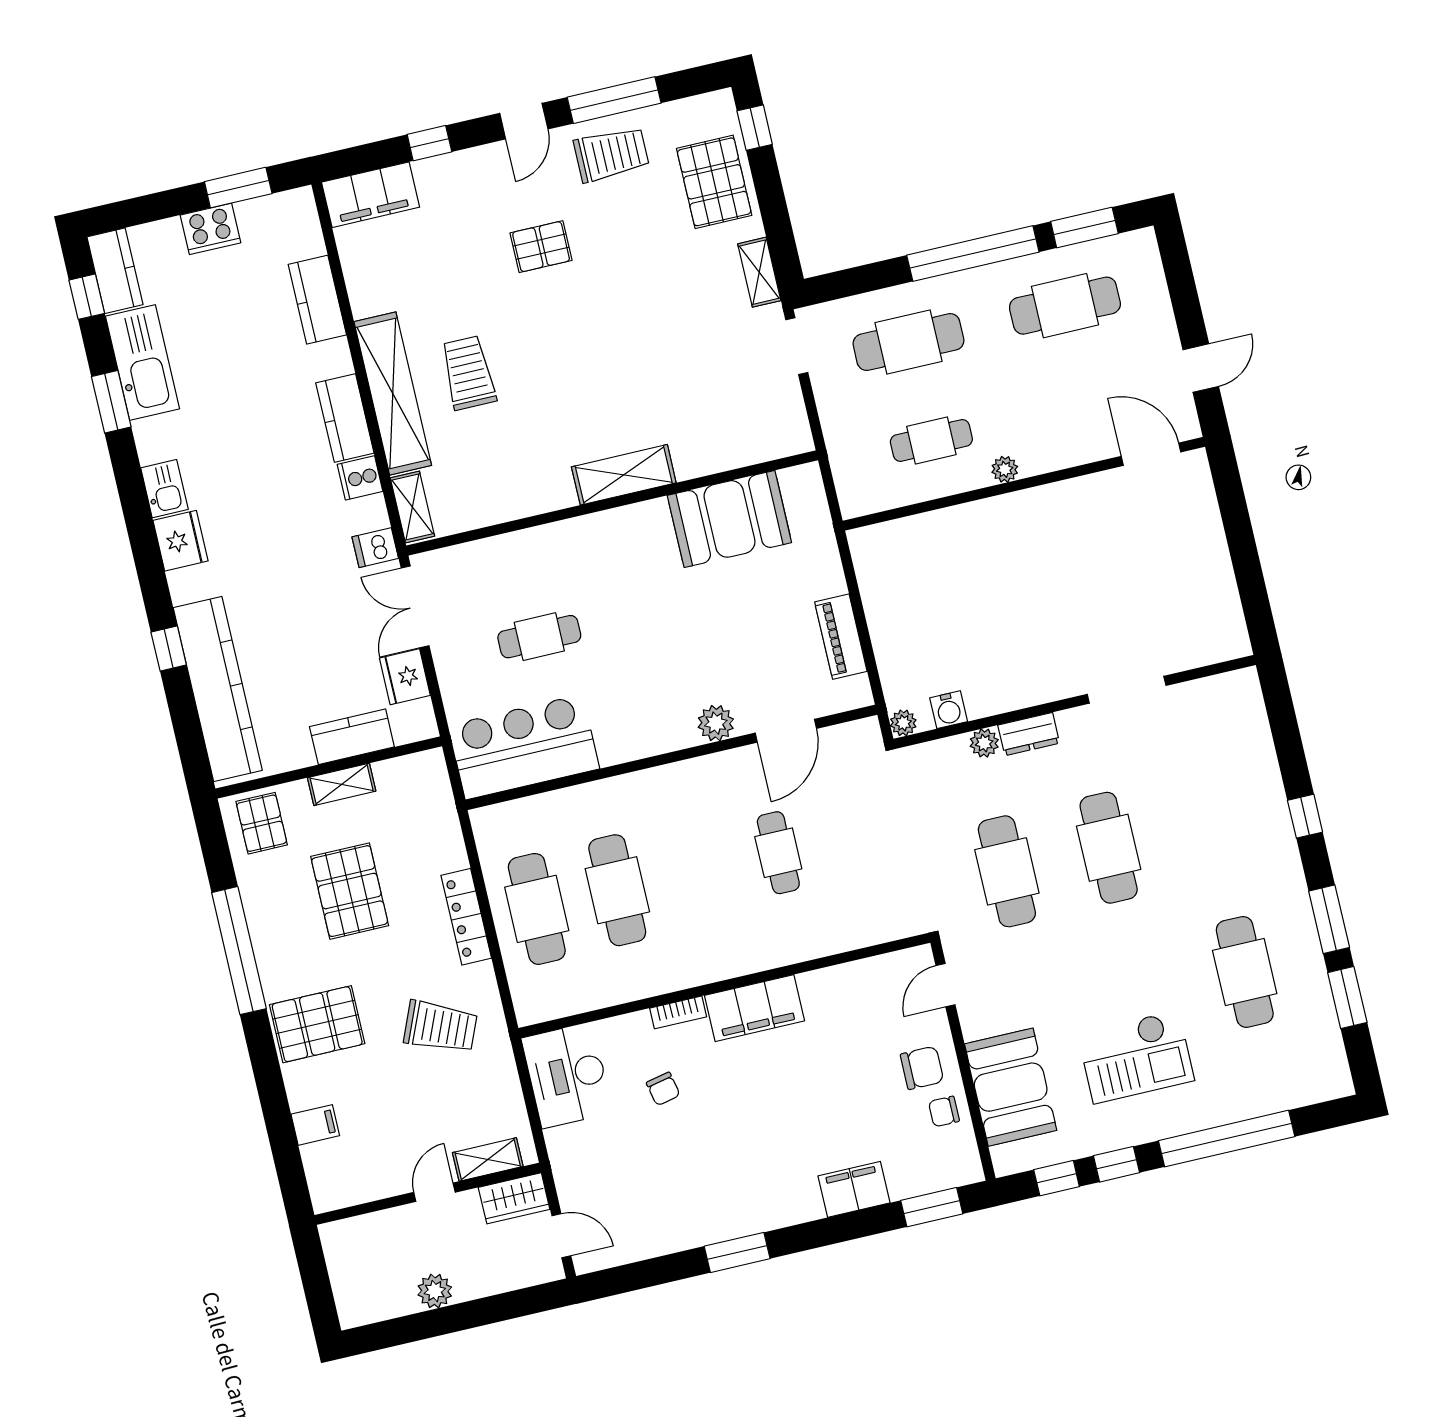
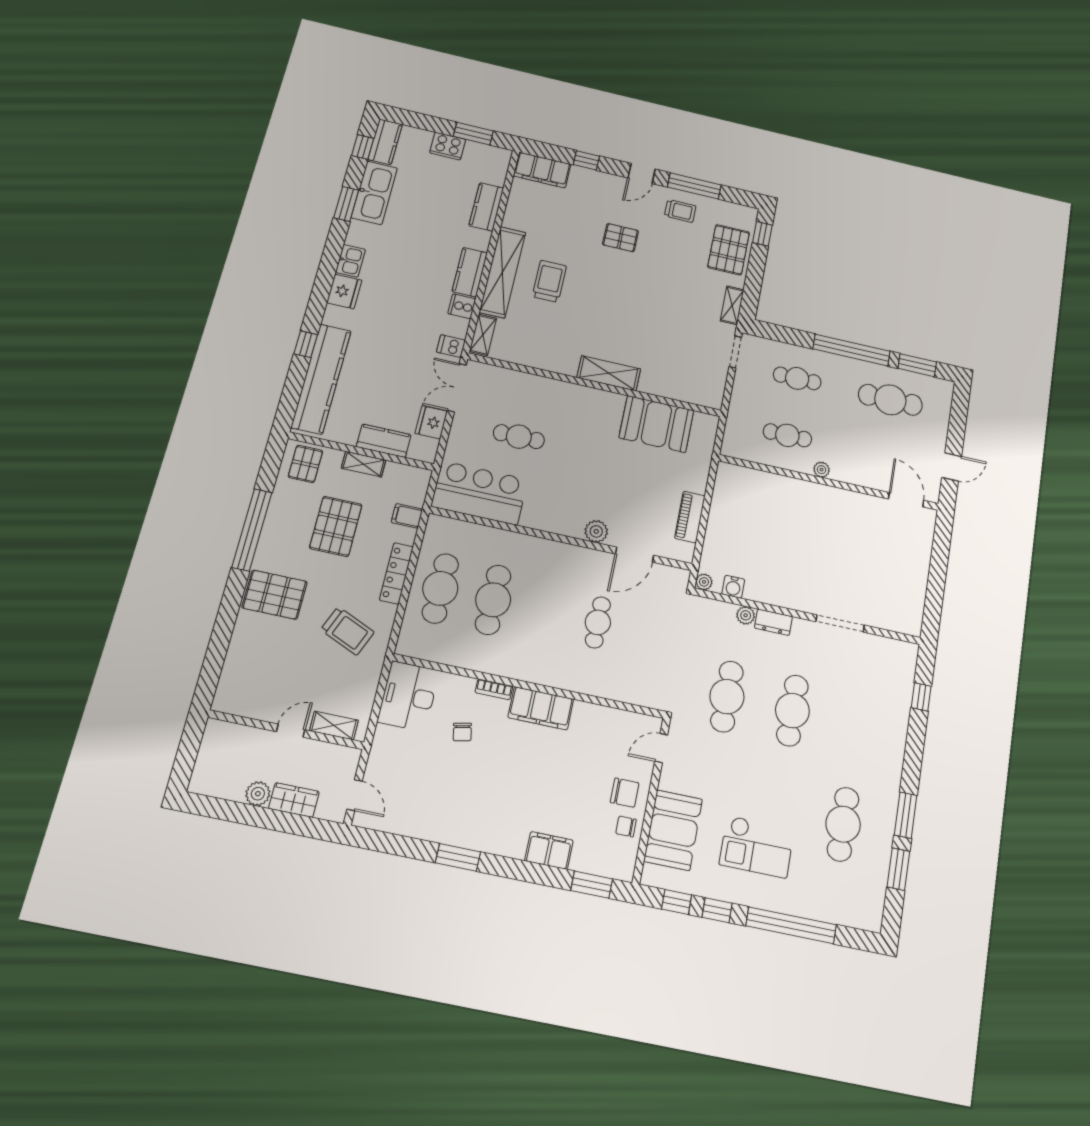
trolley: (611, 154) -> (680, 211), width x0.73, depth x0.72
cafe table: (908, 342) -> (797, 378), width x0.73, depth x0.74
window: (1305, 816) -> (921, 697), moved
filing cabinet: (315, 1125) -> (407, 516), moved, turned 180
wardrobe: (514, 1198) -> (294, 800), moved, turned 180

